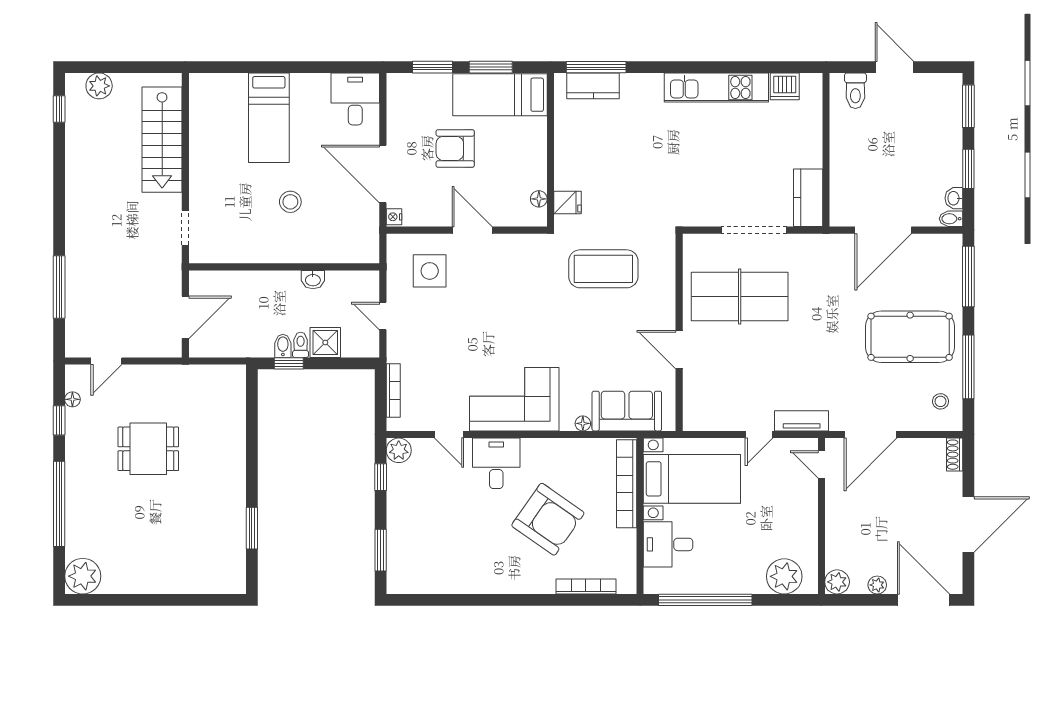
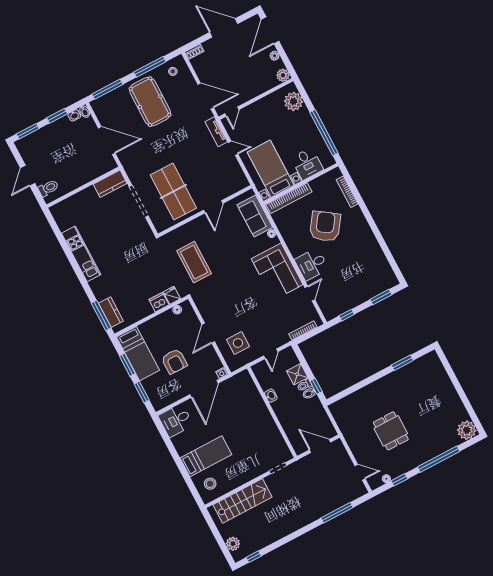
dishwasher: (785, 86) -> (159, 302), moved, turned -90
stool: (290, 202) -> (210, 484), moved
plant: (399, 450) -> (330, 313), removed

